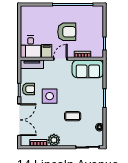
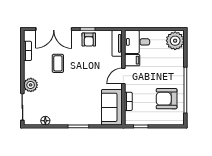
plant: (29, 13) -> (175, 41), added
armchair: (67, 32) -> (167, 99), moved, turned 90
door: (60, 59) -> (123, 76), swing flipped
side table: (50, 96) -> (81, 64), removed
coffee table: (73, 116) -> (58, 63), moved
plant: (54, 140) -> (31, 85), moved

